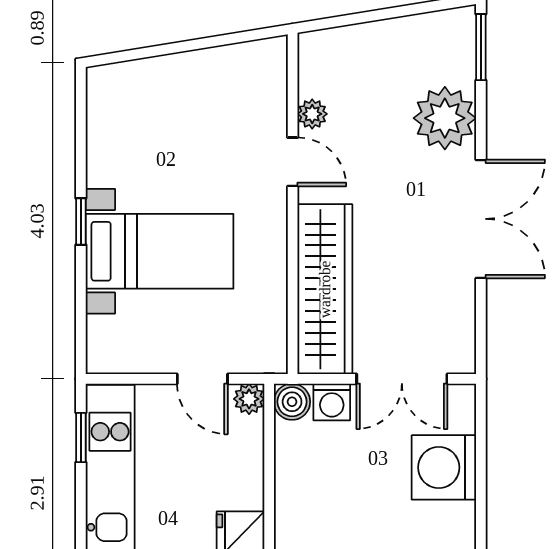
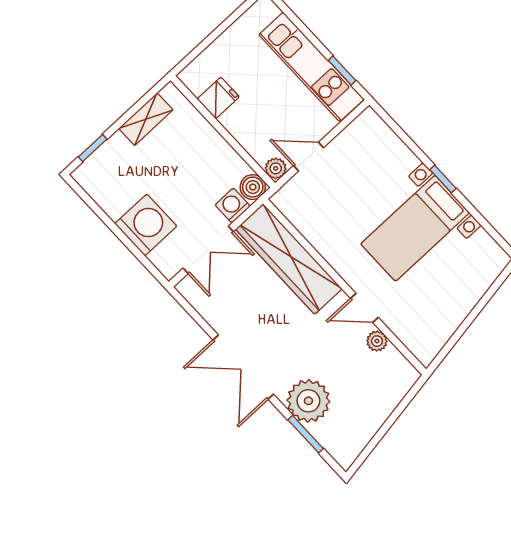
window: (481, 47) -> (306, 434), moved
bed with nightstands: (159, 251) -> (415, 228), moved
double door: (402, 379) -> (208, 250), swing flipped

